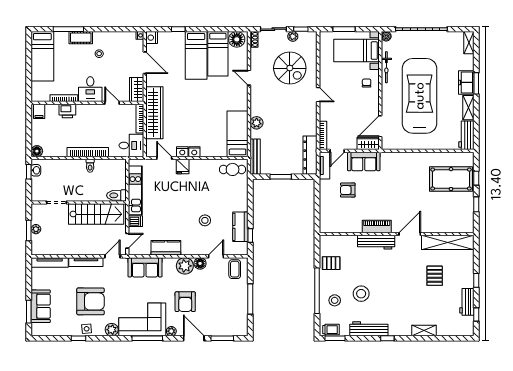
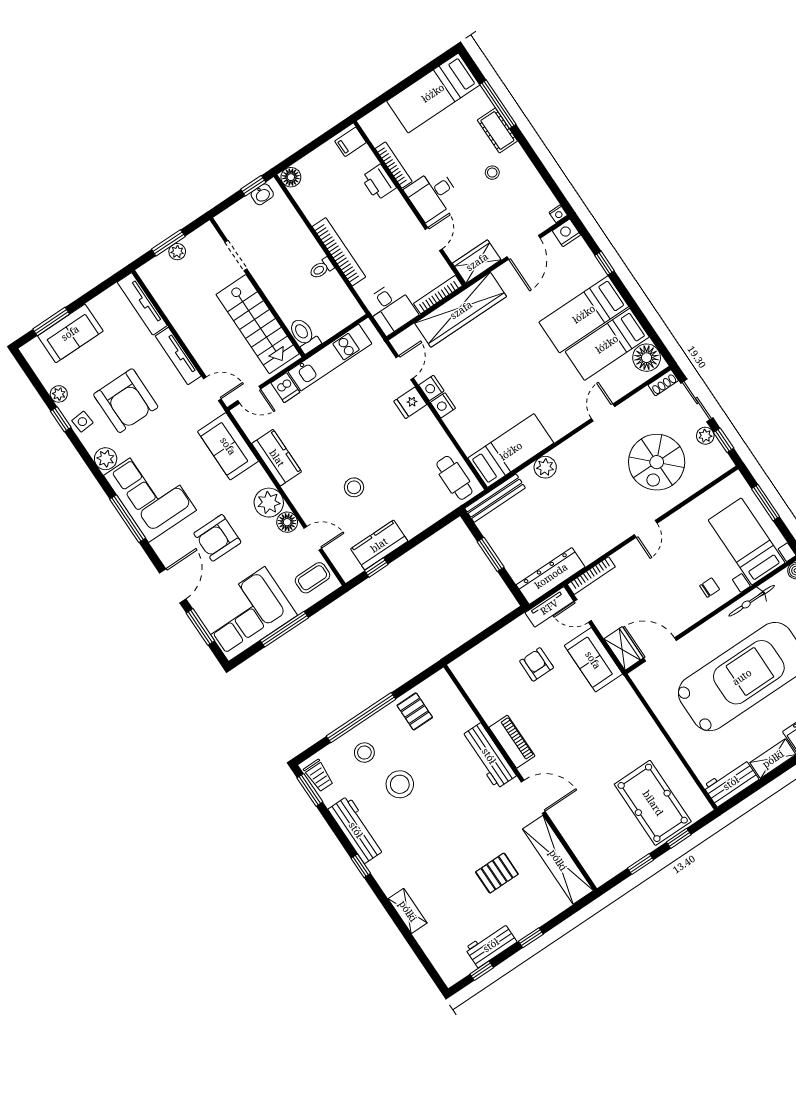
corner sofa: (231, 312) -> (247, 614), added
plant: (171, 331) -> (59, 394), moved

